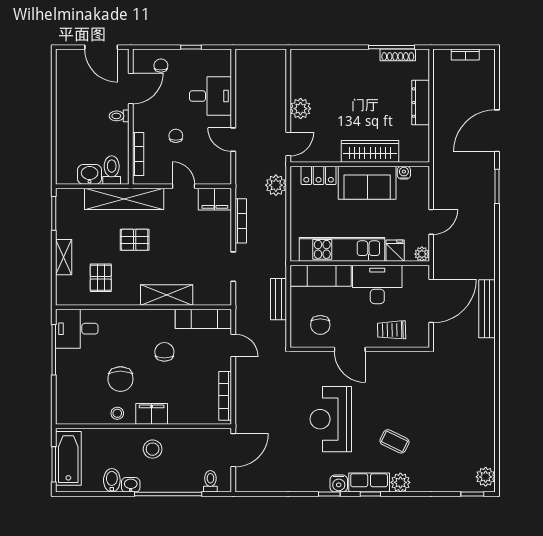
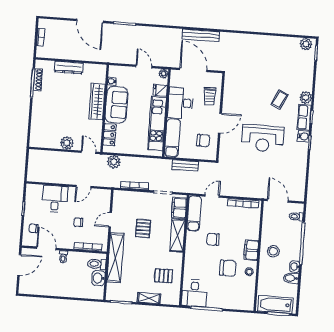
filing cabinet: (215, 199) -> (179, 208), moved, turned 180
pallet: (135, 240) -> (143, 228), moved

